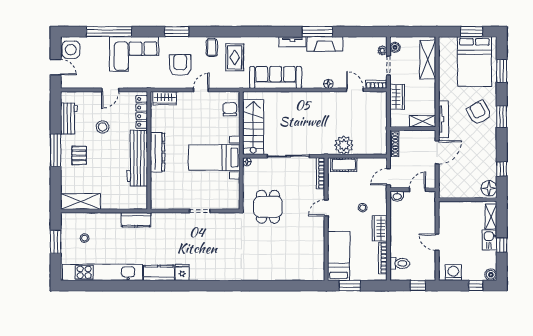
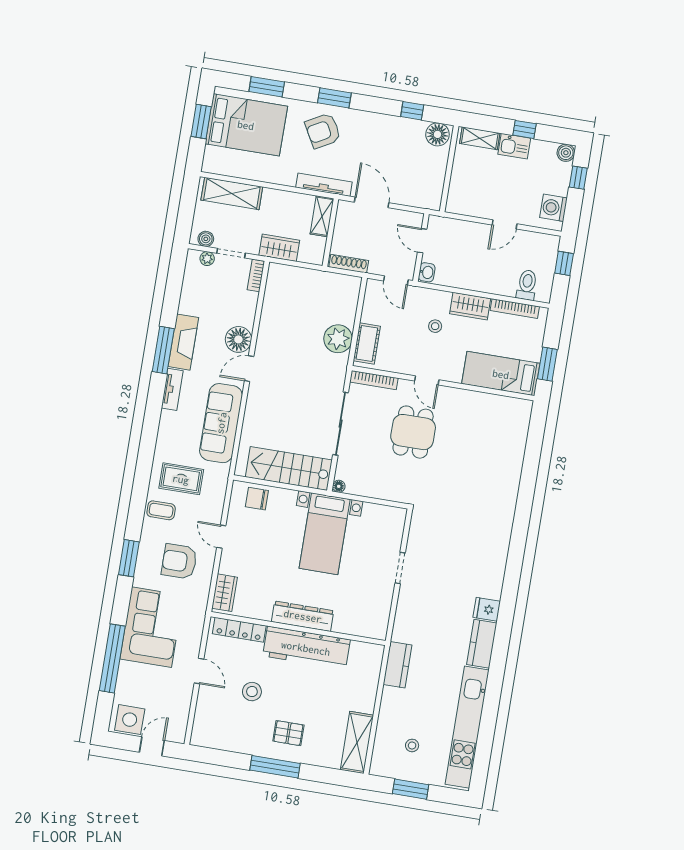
floor lamp: (328, 84) -> (238, 339), width x1.89, depth x1.89
door: (355, 90) -> (249, 369), moved
workbench: (69, 119) -> (231, 739), removed
dining table: (268, 207) -> (413, 432), moved, turned 90

